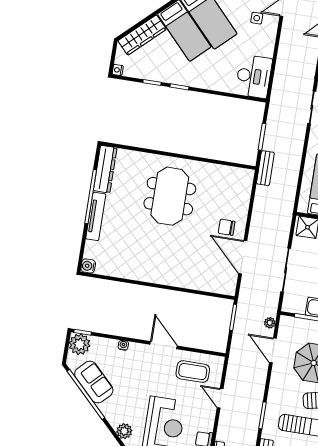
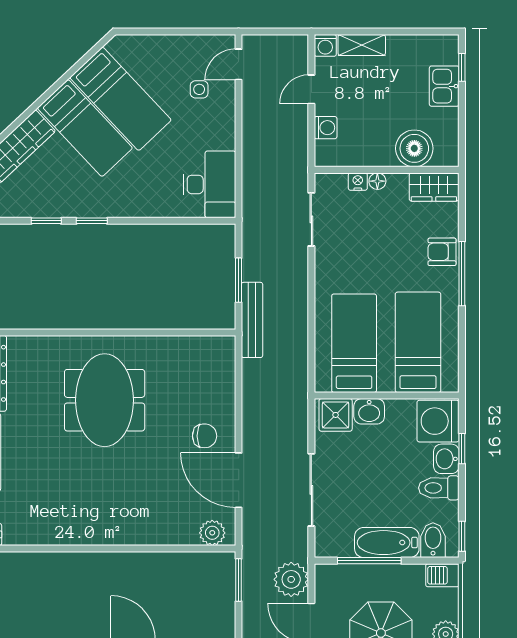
bench: (265, 168) -> (252, 320), width x1.36
chair: (227, 227) -> (205, 436), turned 180
plant: (222, 286) -> (212, 533), added
plant: (270, 323) -> (291, 579), width x1.88, depth x1.88

